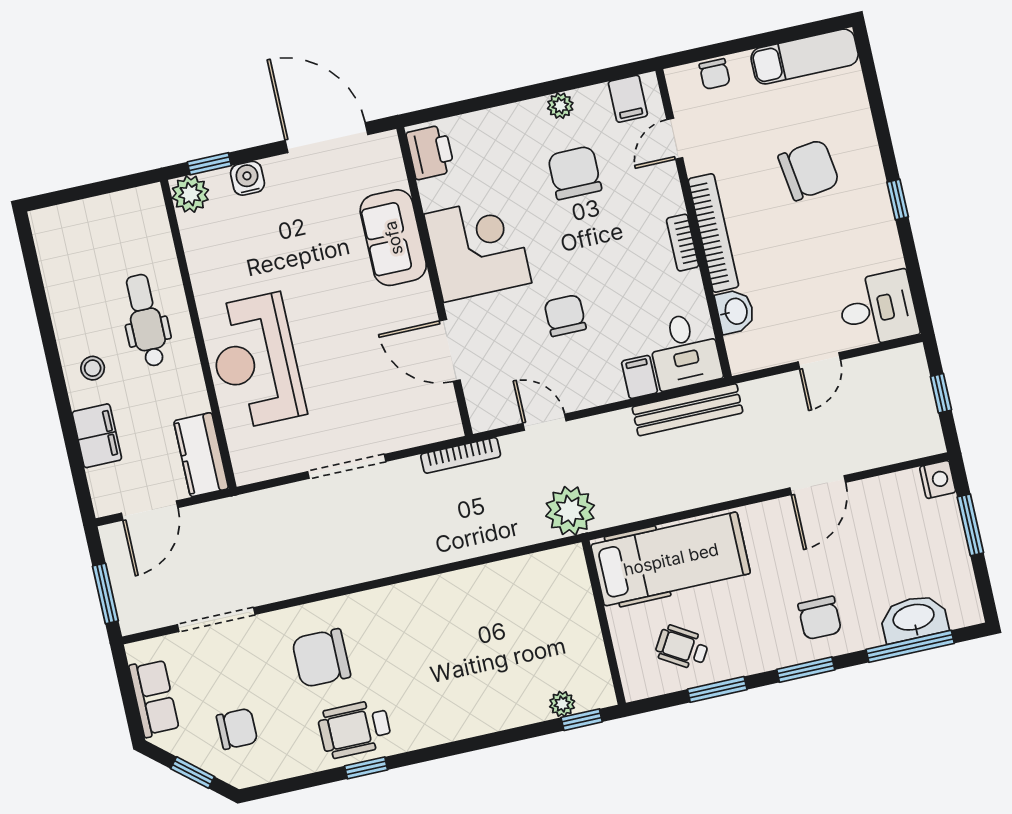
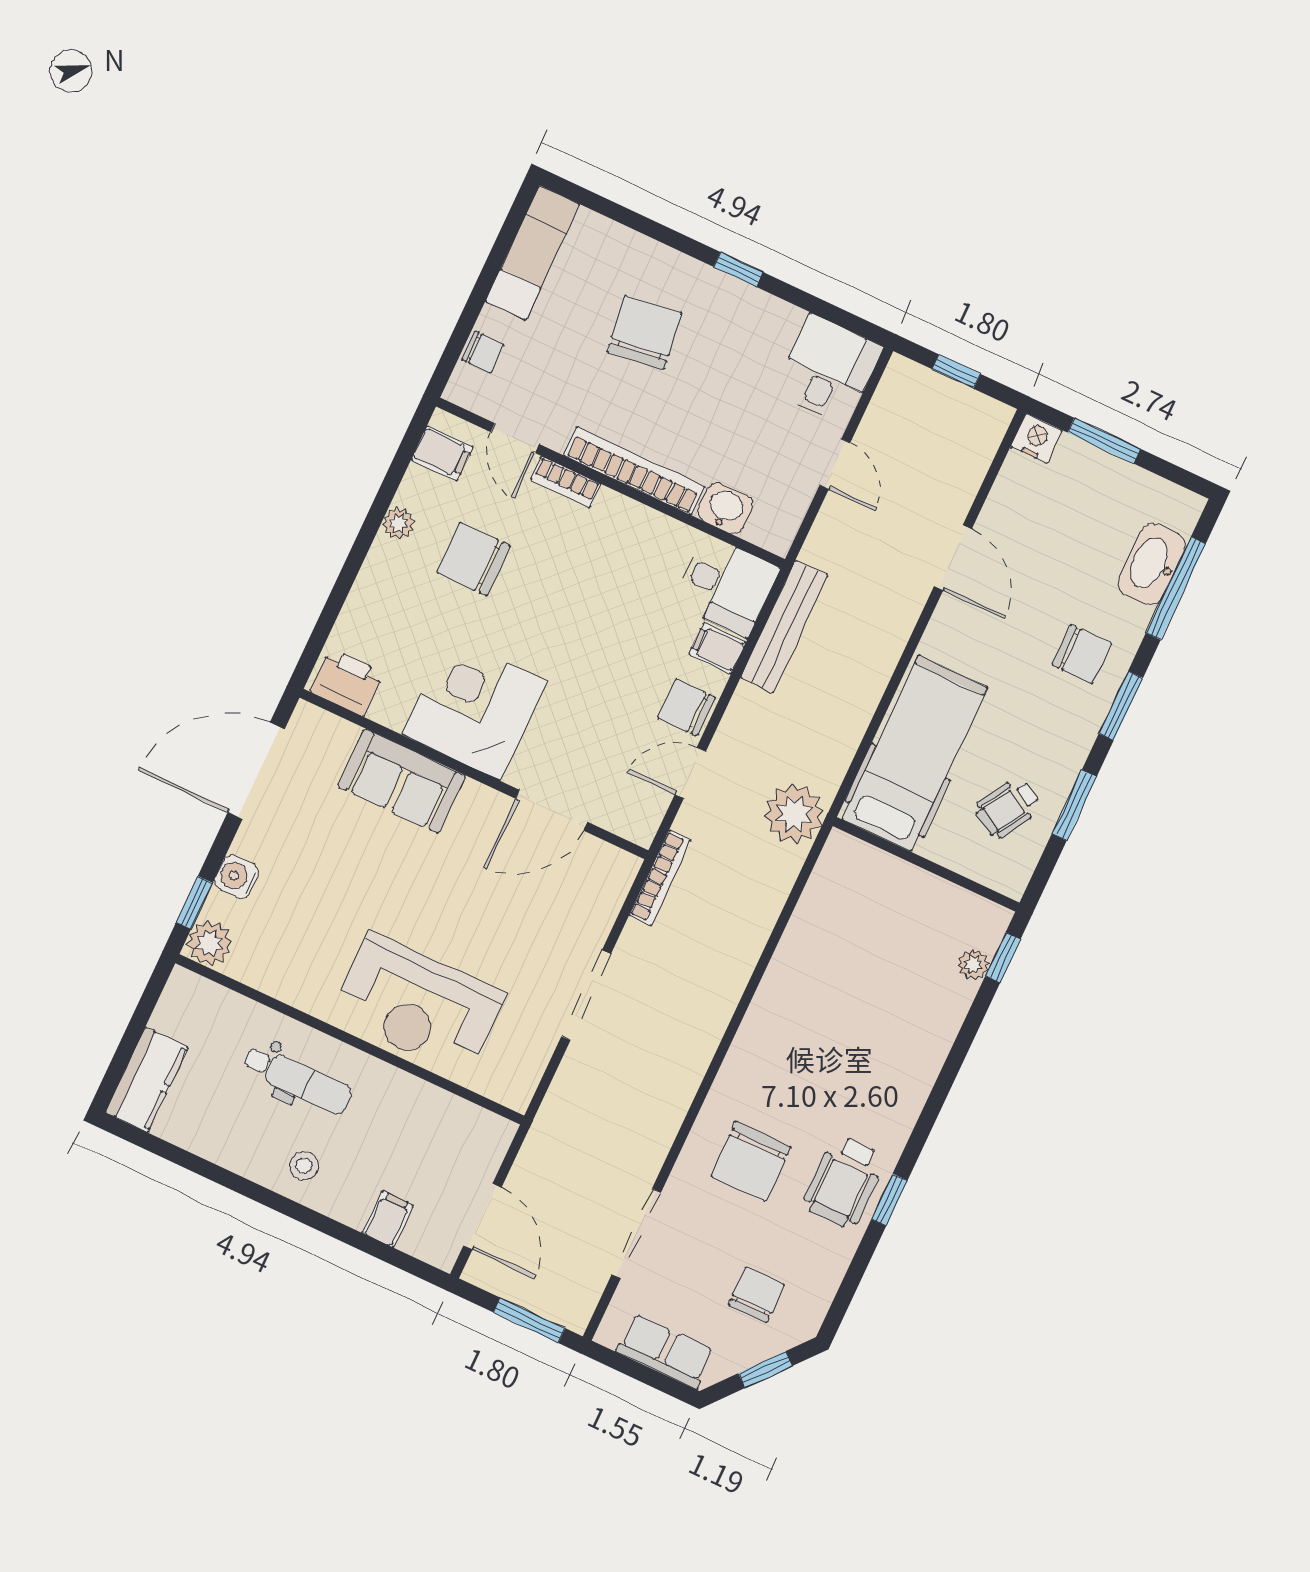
bookcase: (683, 243) -> (566, 482), moved
chair: (565, 315) -> (686, 707), moved
dental chair: (146, 320) -> (298, 1079), turned 180
filing cabinet: (97, 436) -> (388, 1219), width x0.50
kitchen counter: (201, 455) -> (147, 1080), moved, turned -90

